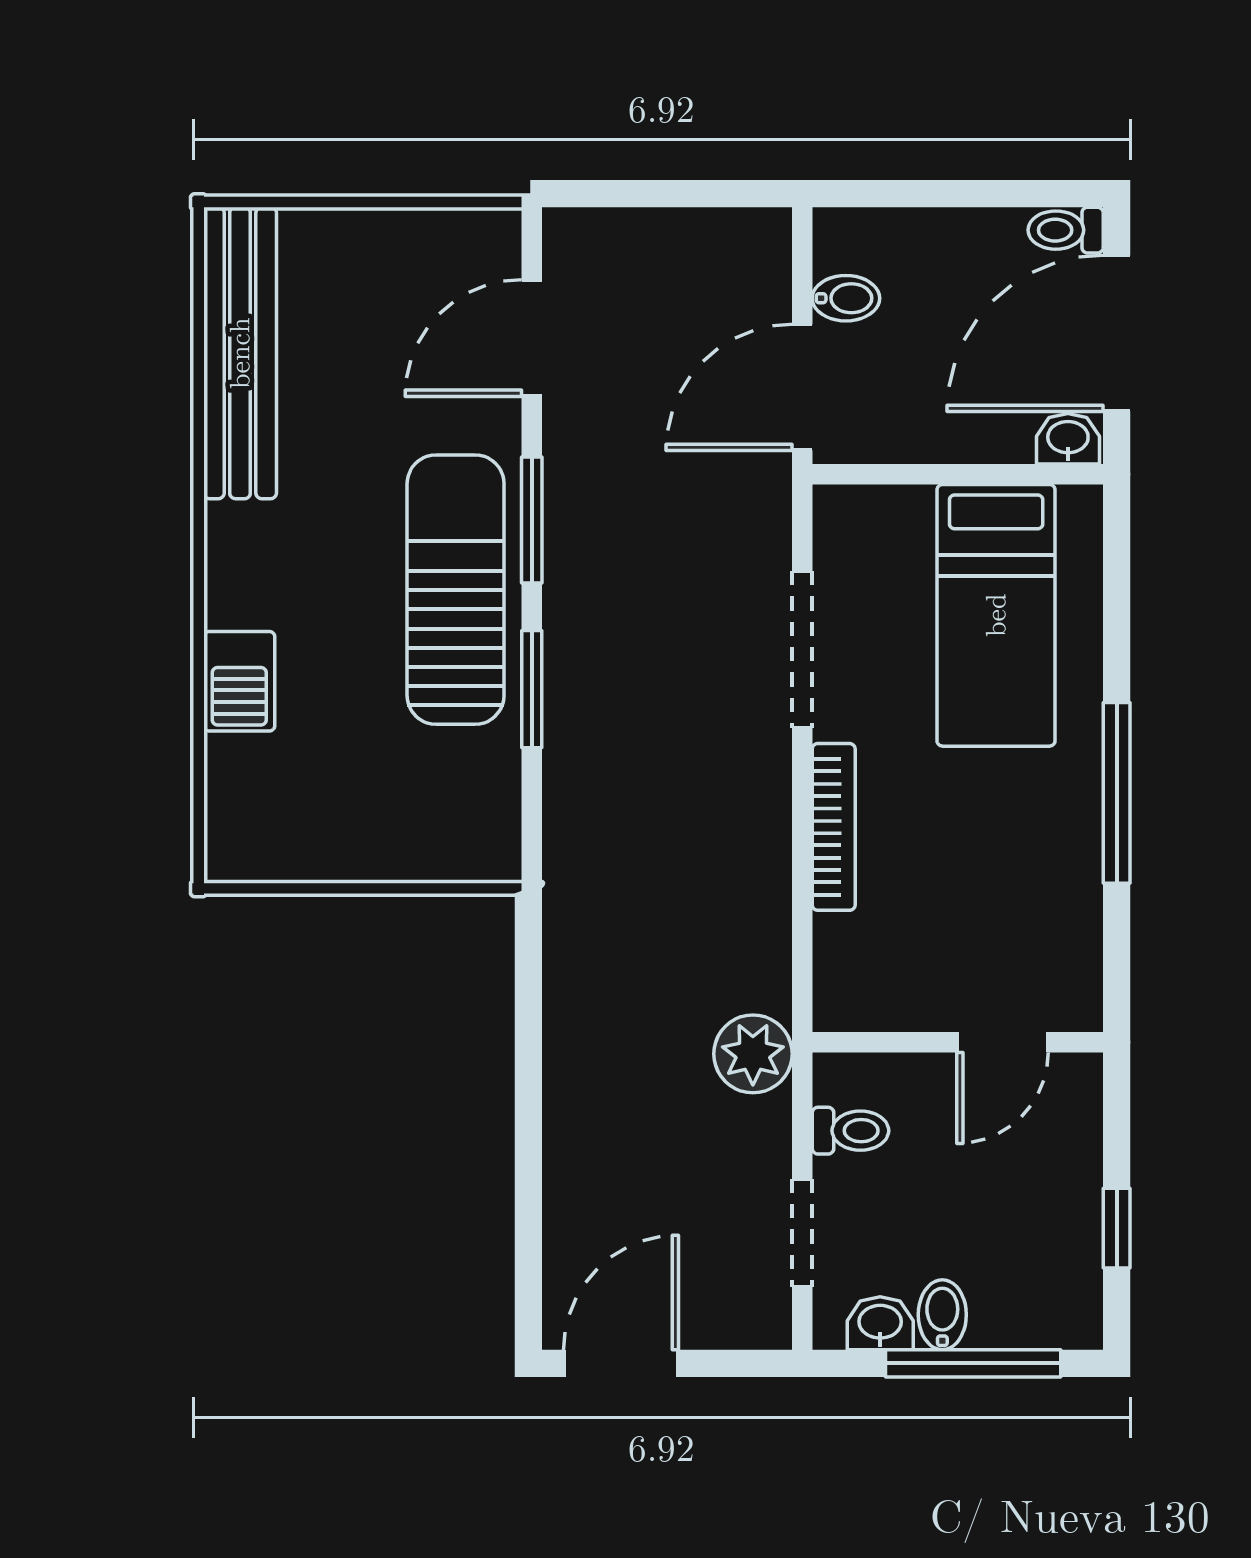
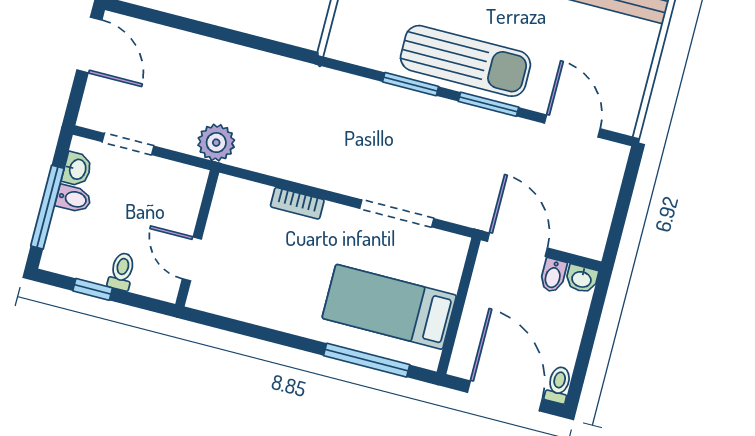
washbasin: (1068, 439) -> (582, 279), moved, turned 90
window: (1117, 793) -> (367, 360), moved
bookcase: (834, 827) -> (297, 203), width x0.64
toilet: (850, 1131) -> (122, 271), moved, turned 180

